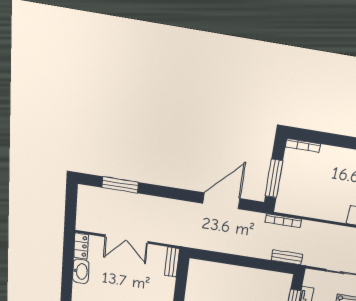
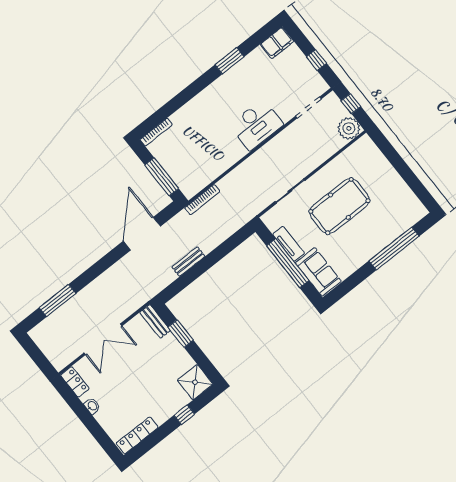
bench: (287, 257) -> (188, 262), moved
washbasin: (81, 271) -> (92, 406), width x0.52, depth x0.69
window: (181, 285) -> (181, 334), added

